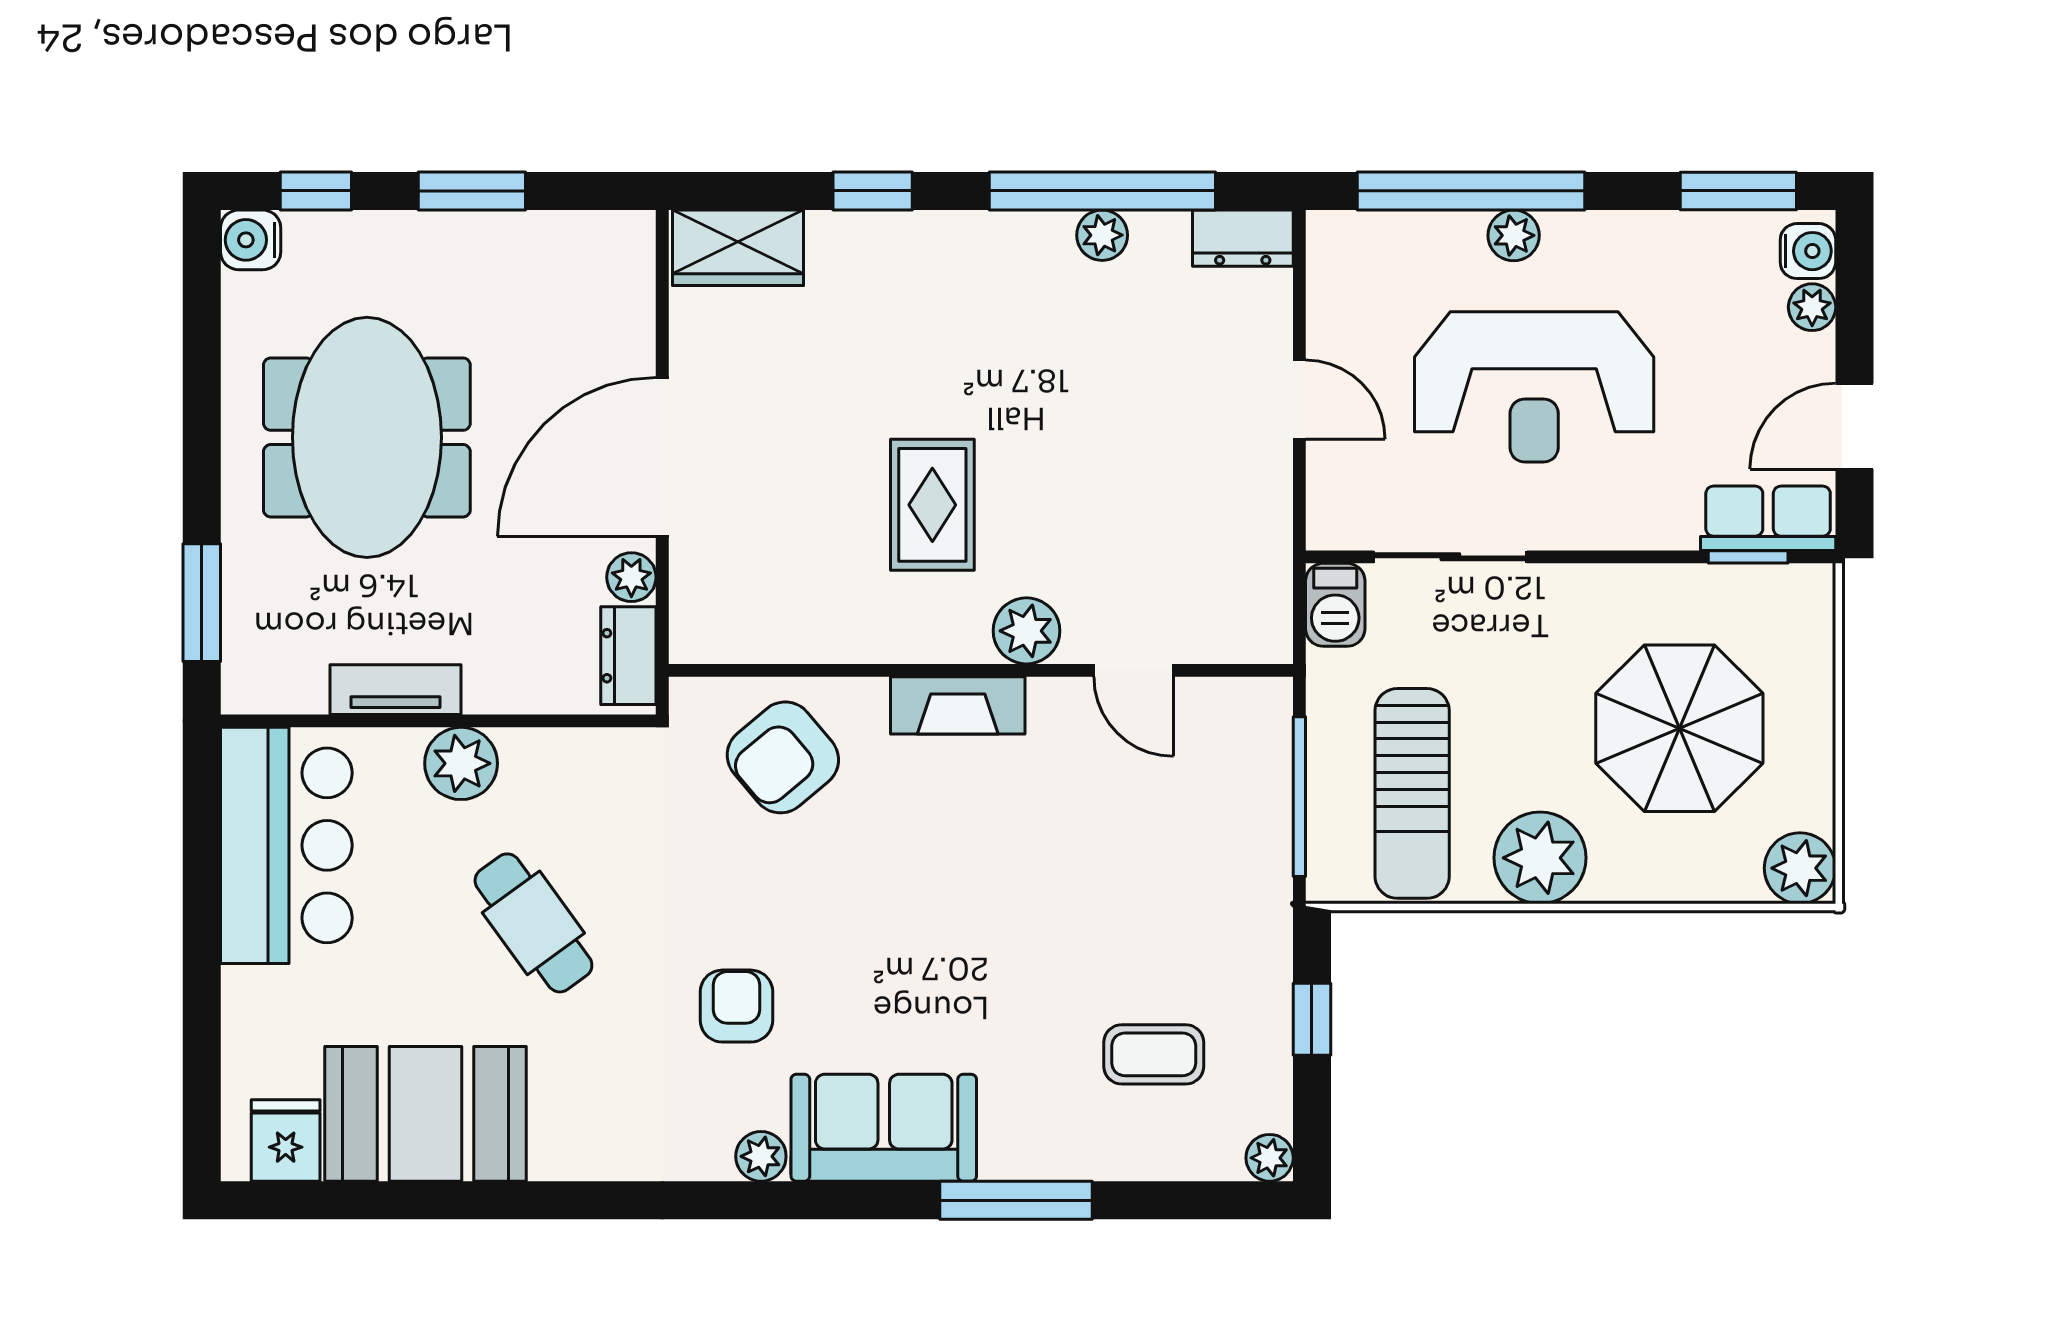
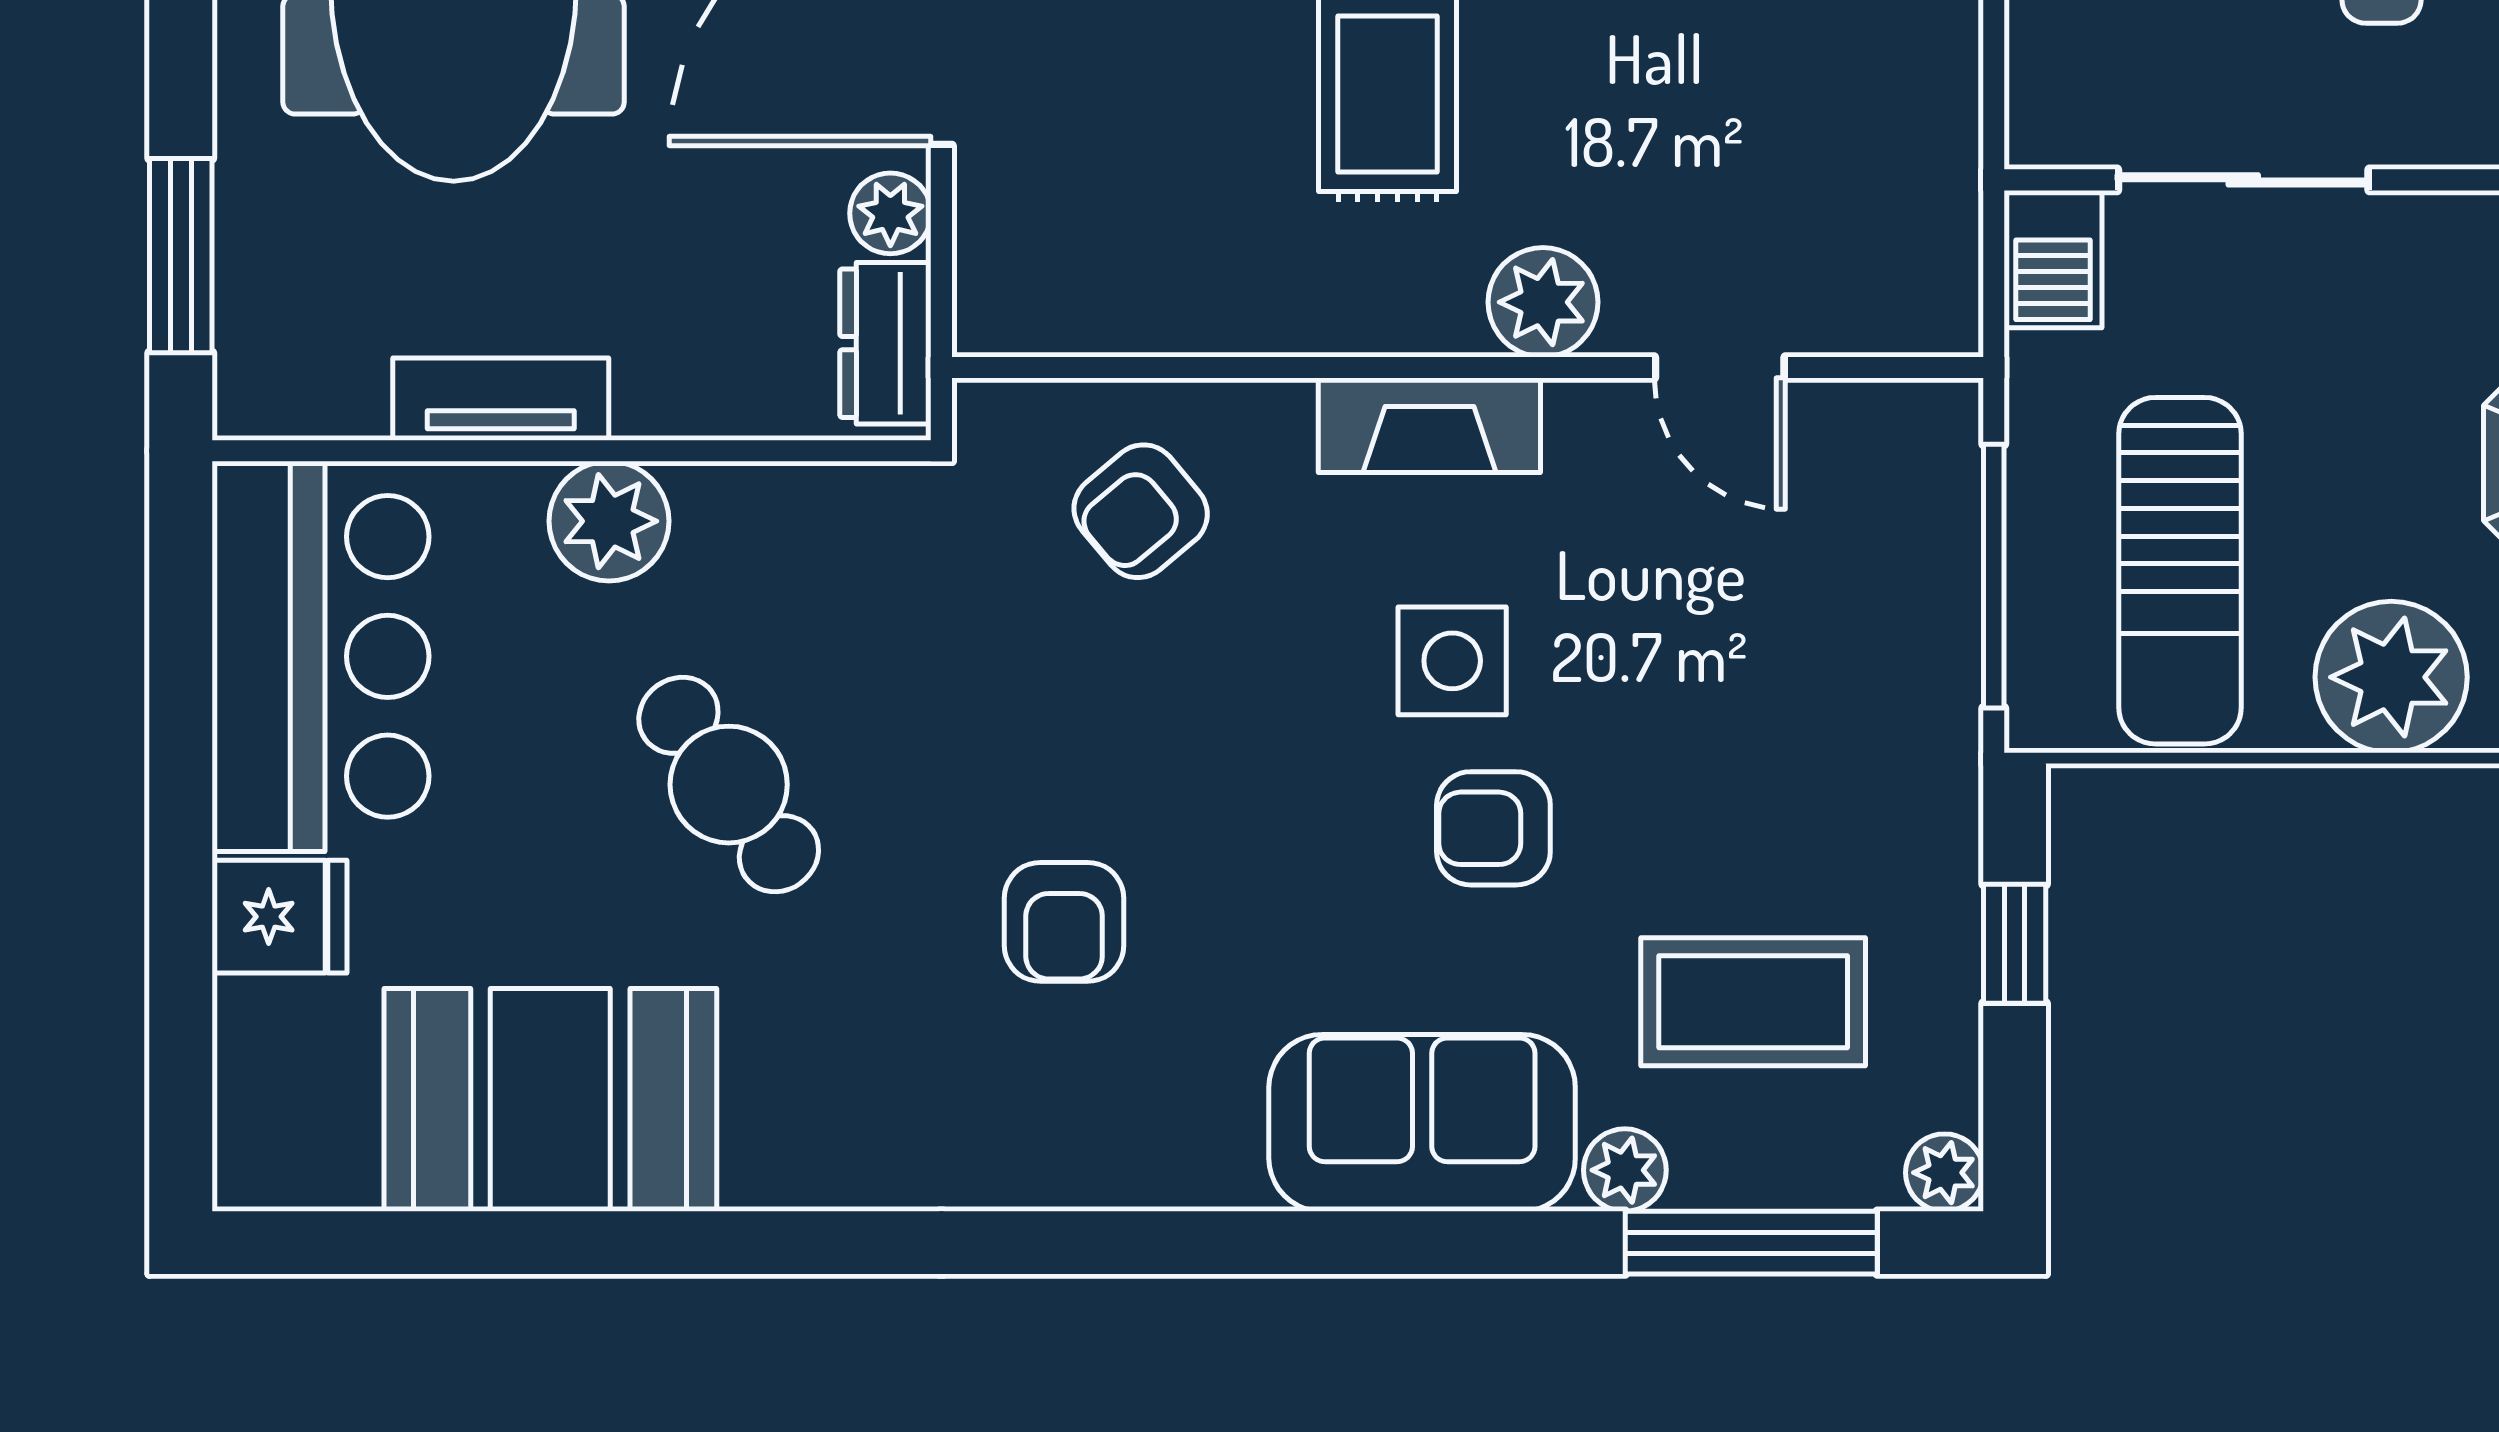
armchair: (783, 757) -> (1141, 511), width x0.72, depth x0.72
side table: (972, 848) -> (1452, 661), added
armchair: (996, 949) -> (1493, 828), added
armchair: (737, 1006) -> (1064, 922), turned 180
coffee table: (1154, 1054) -> (1753, 1002), width x1.36, depth x1.30
sofa: (884, 1128) -> (1422, 1123), moved
fridge: (286, 1141) -> (279, 917), moved, turned 90
plant: (761, 1156) -> (1625, 1170), moved
window: (1016, 1200) -> (1751, 1243), moved

